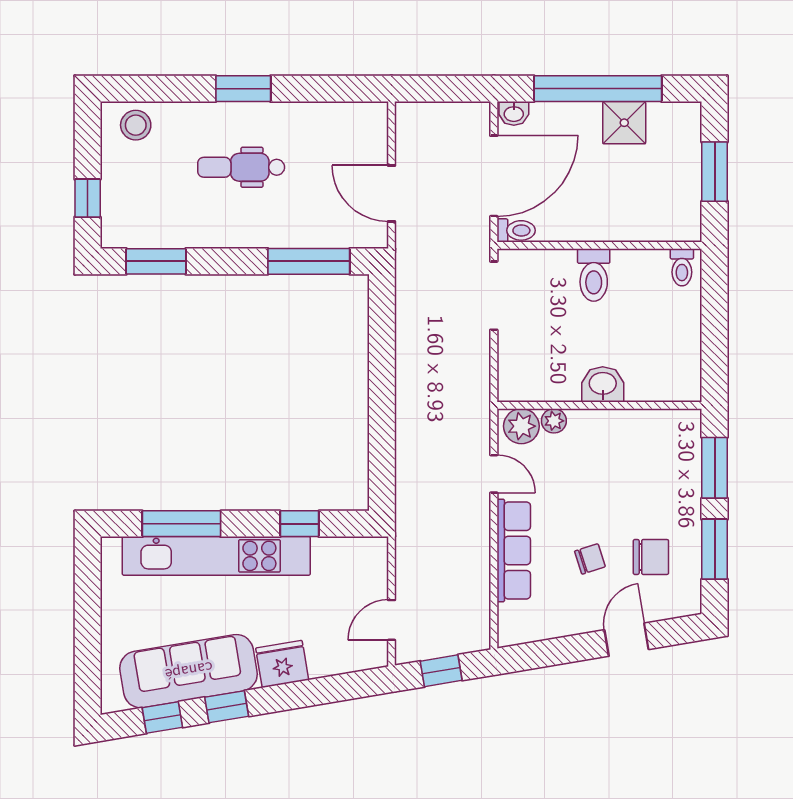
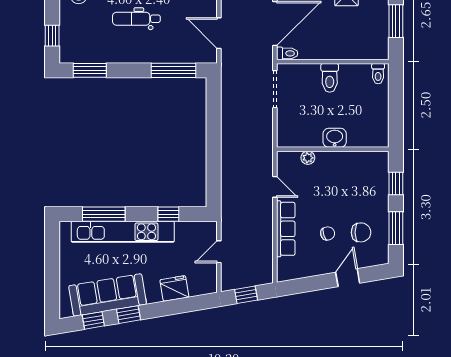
plant: (521, 426) -> (290, 161), removed
window: (715, 468) -> (396, 183), width x0.67
door: (391, 620) -> (219, 252), moved
fridge: (282, 664) -> (174, 288), moved

